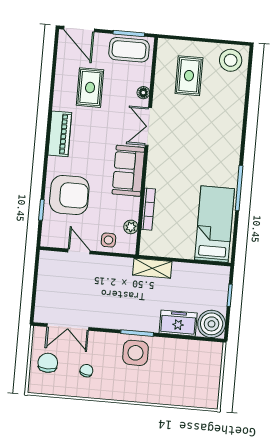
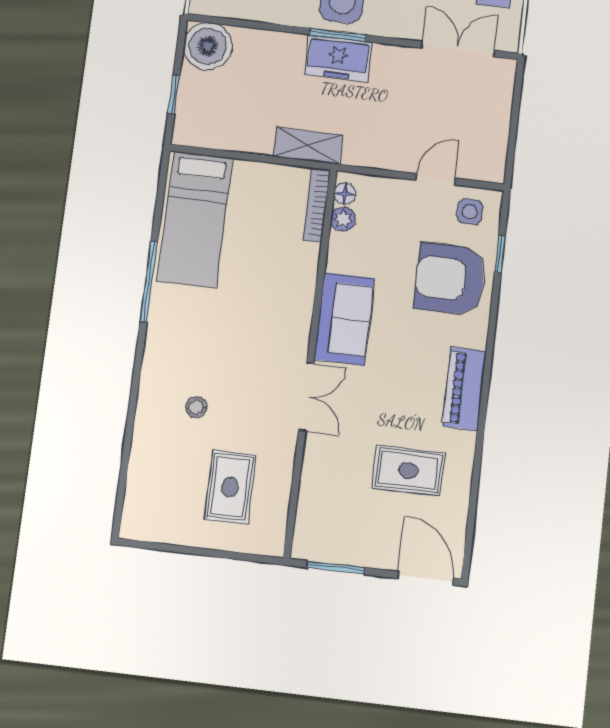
coffee table: (129, 50) -> (336, 538), removed
stool: (231, 60) -> (196, 407), moved, width x0.53, depth x0.53
rug: (90, 88) -> (408, 471), turned 90
floor lamp: (143, 93) -> (345, 194), moved
bookcase: (148, 209) -> (317, 205), moved
side table: (108, 240) -> (470, 212), moved
door: (79, 251) -> (435, 179), swing flipped
freezer: (178, 323) -> (338, 58), moved

